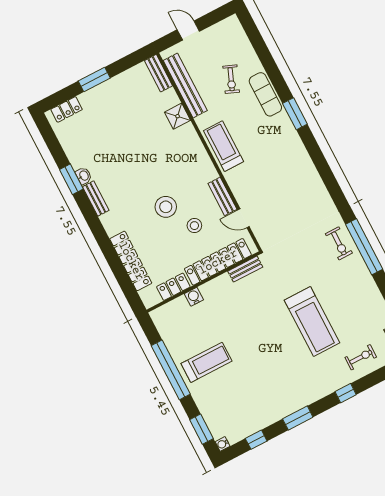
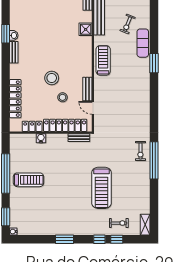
window: (256, 440) -> (117, 239), moved

